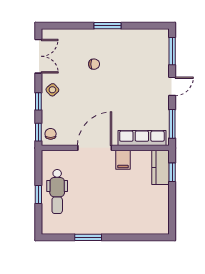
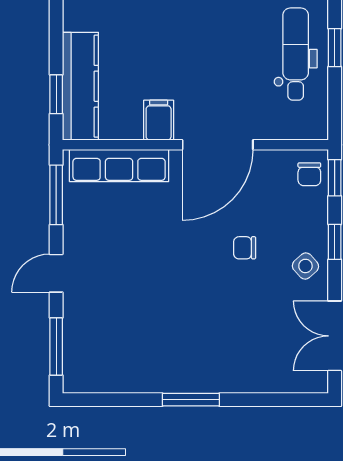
chair: (94, 64) -> (245, 248), moved
kitchen counter: (160, 167) -> (80, 86), width x1.50

